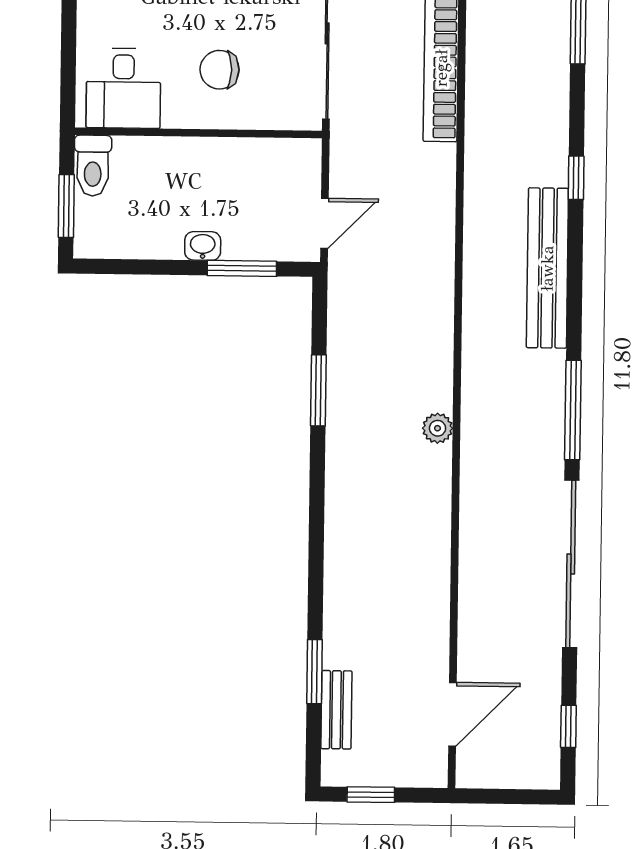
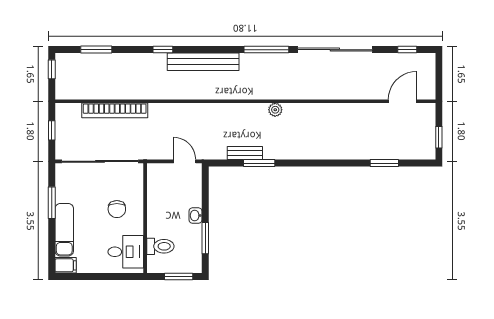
toilet: (93, 166) -> (160, 246), moved
window: (242, 268) -> (205, 238), moved
bench: (336, 710) -> (245, 153), moved
door: (452, 714) -> (403, 101), hinge flipped

